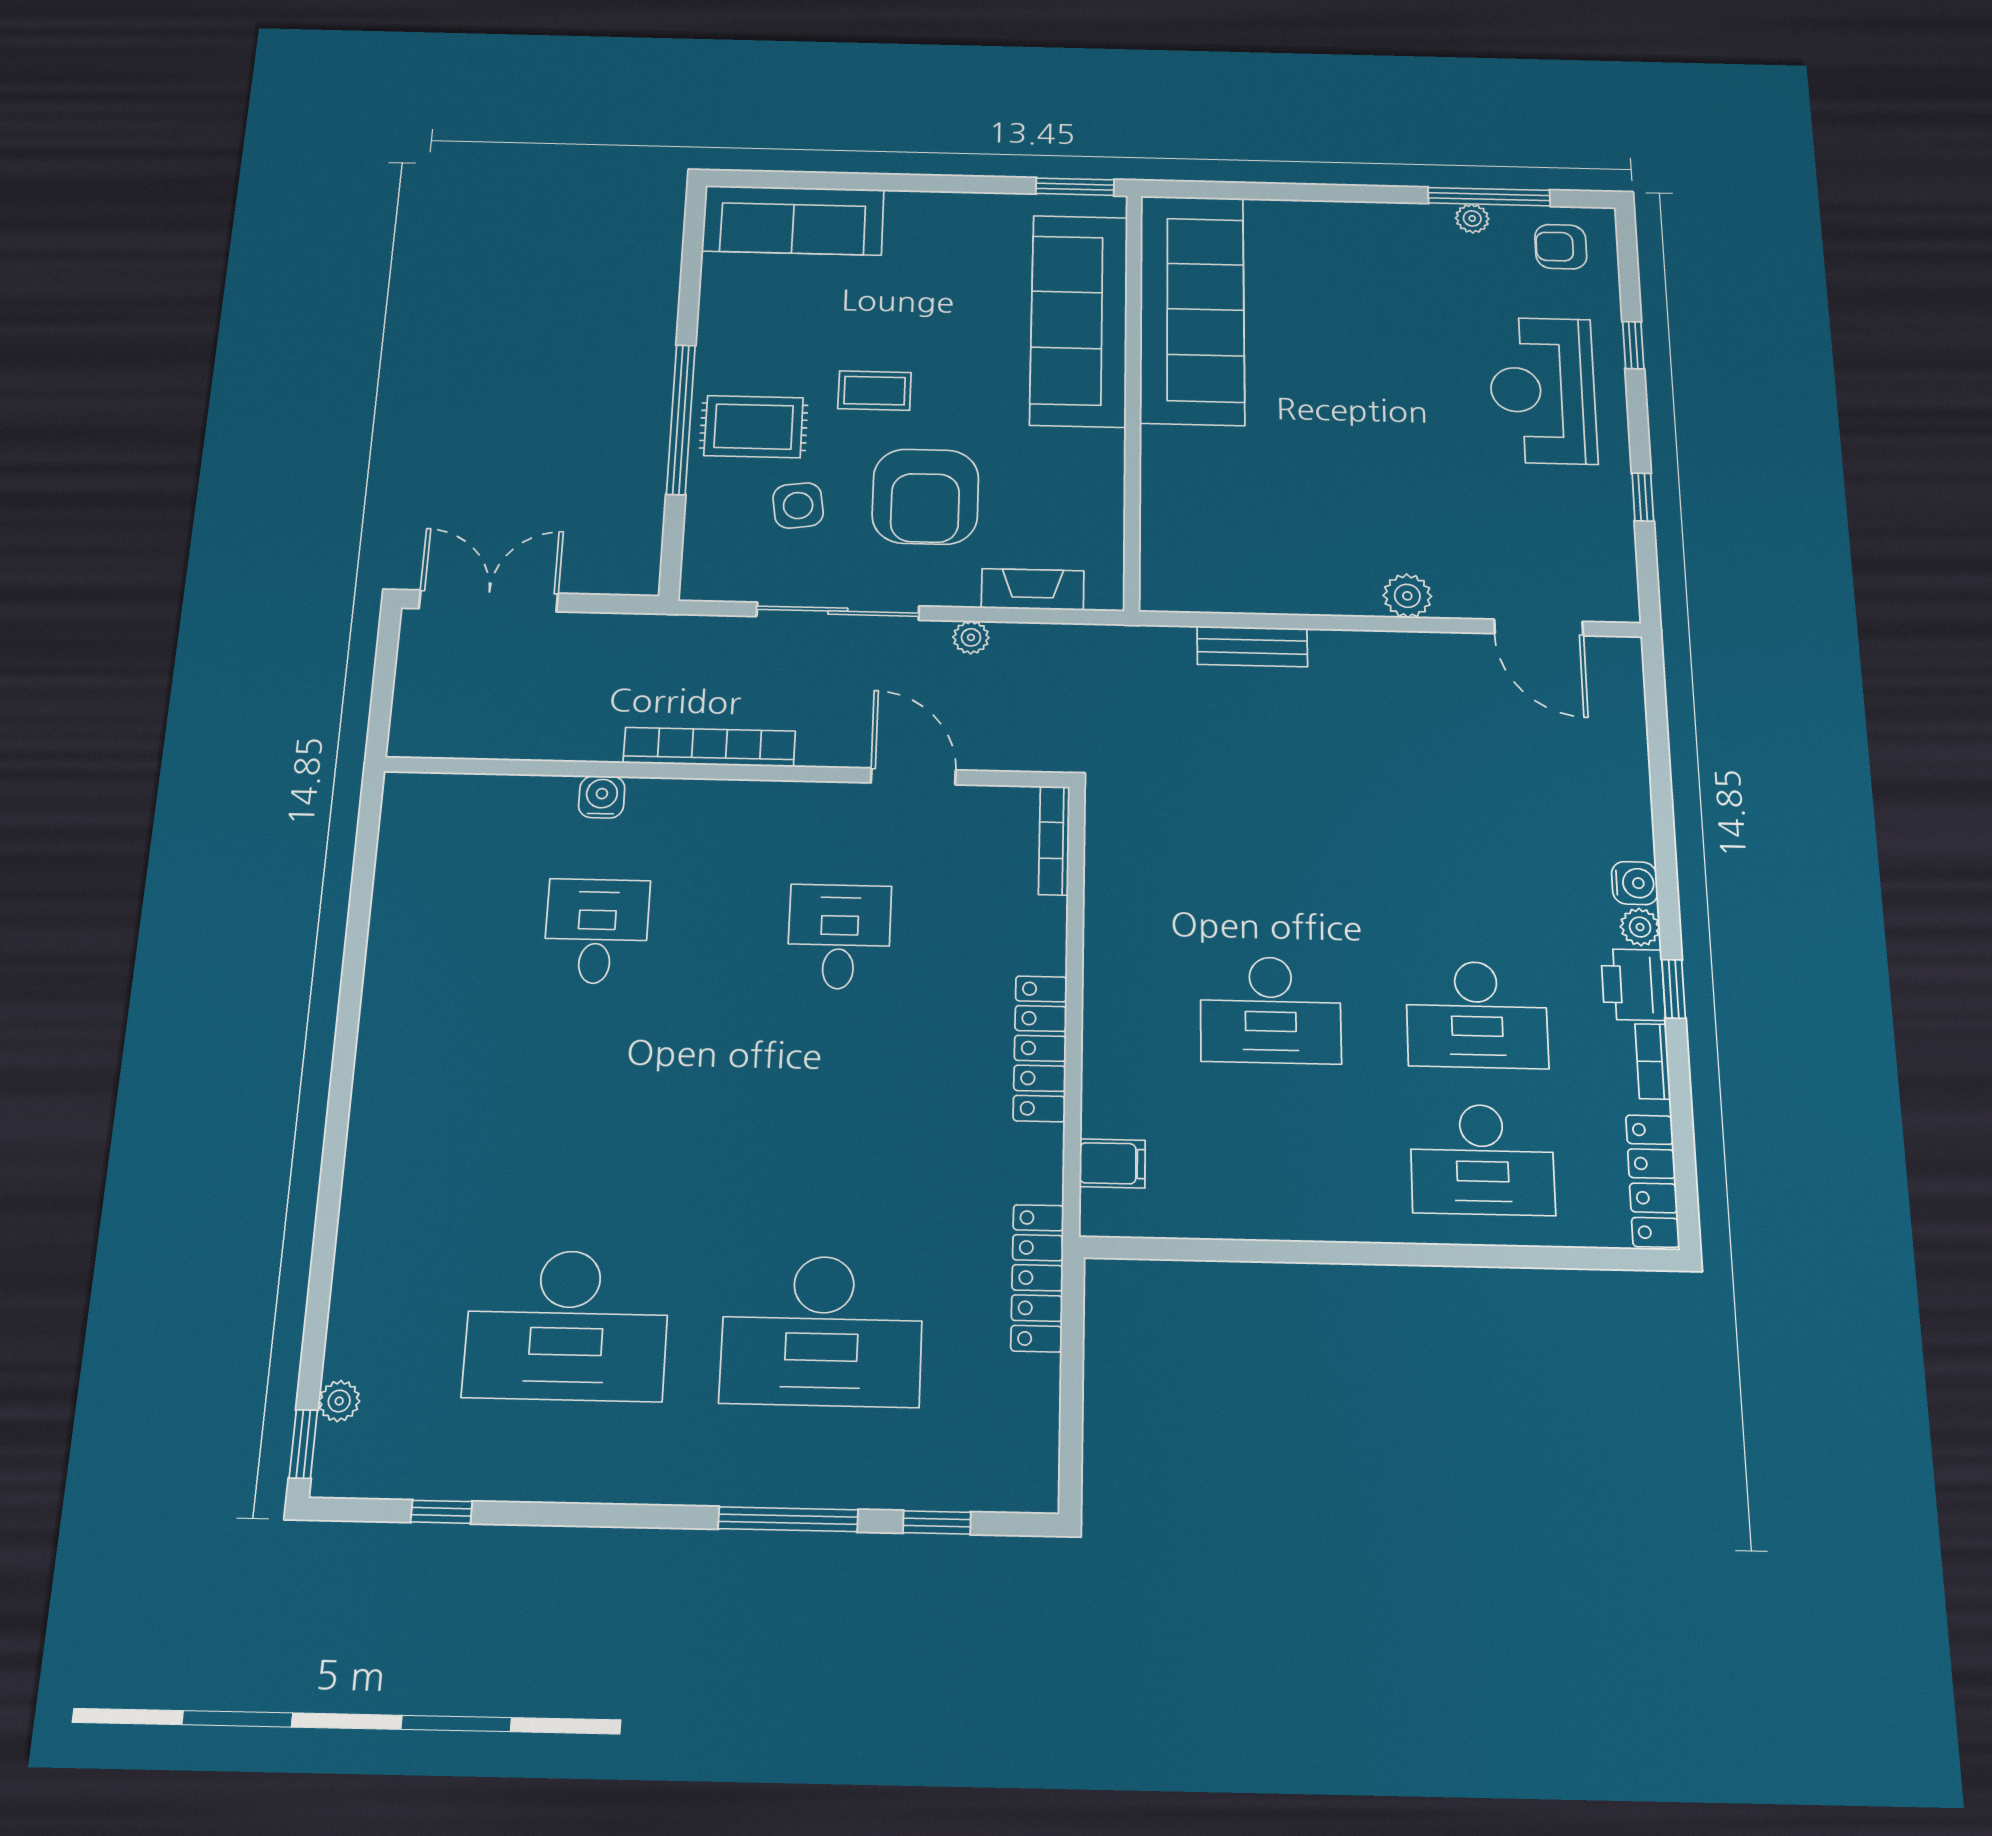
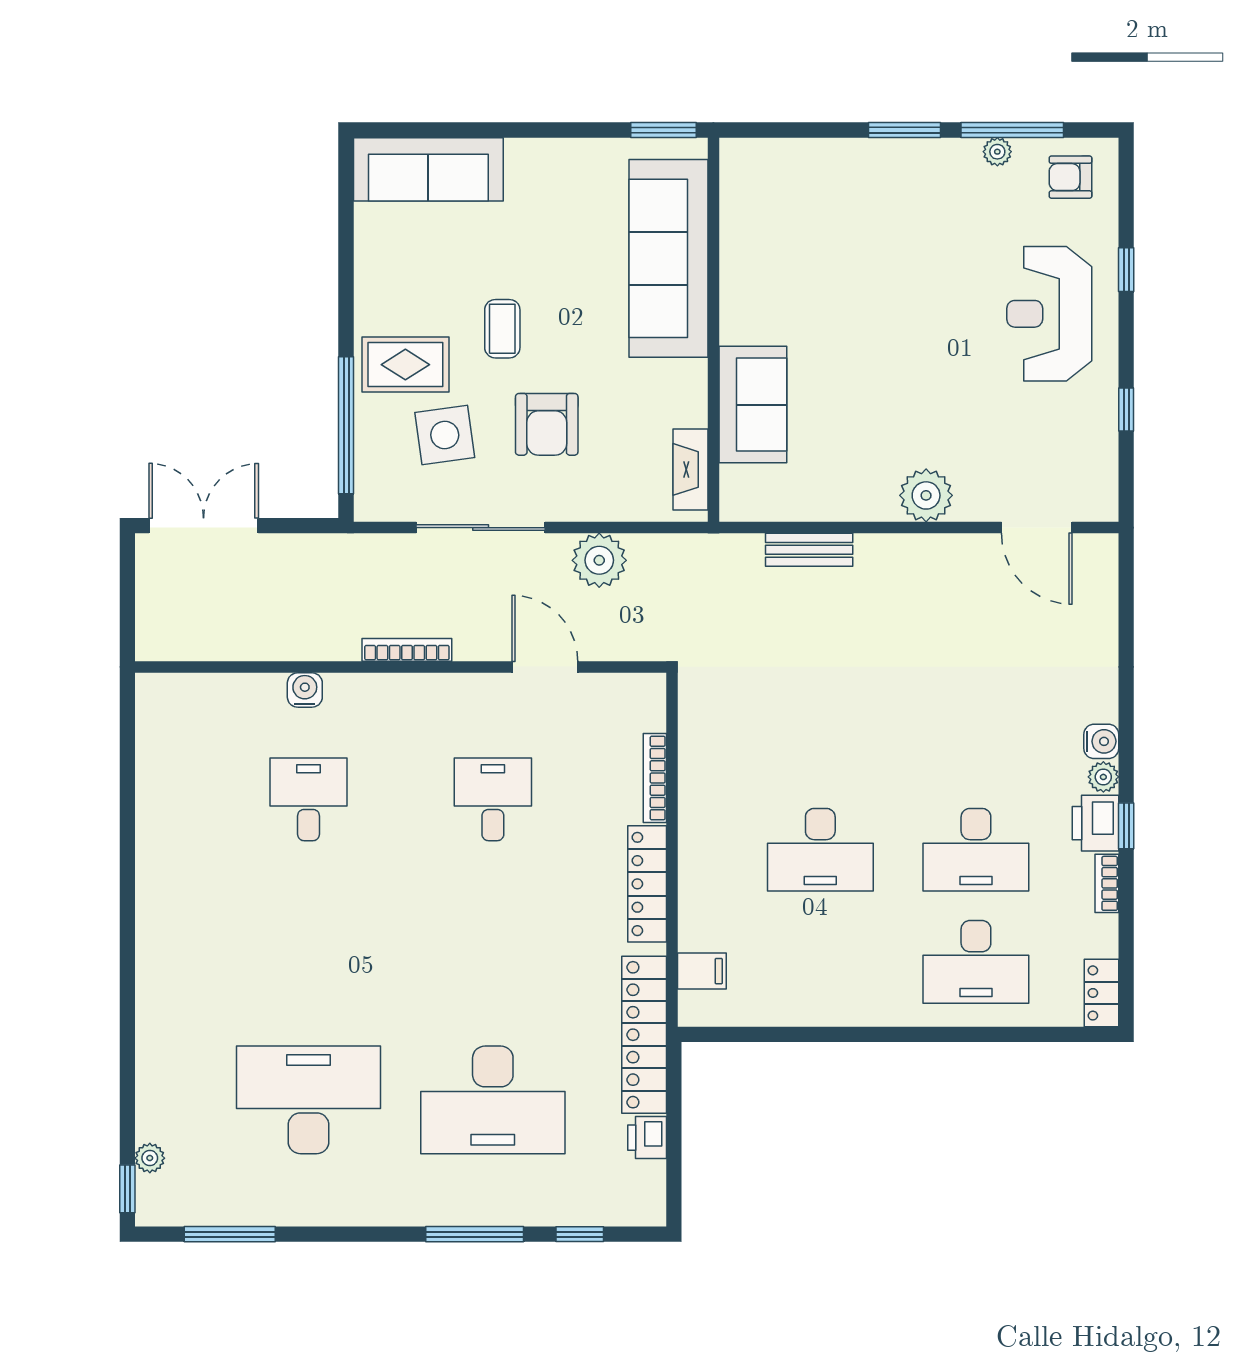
window: (1361, 194) -> (904, 130), added
sofa: (1192, 309) -> (753, 405), moved, width x0.54, depth x0.79
coffee table: (875, 391) -> (502, 329), turned 90
window: (681, 419) -> (346, 425), moved
armchair: (925, 497) -> (547, 424), width x0.73, depth x0.73
side table: (798, 505) -> (445, 435), width x1.37, depth x1.37
fireplace: (1033, 589) -> (690, 469), moved, turned -90
plant: (1407, 596) -> (926, 495), width x1.36, depth x1.36
plant: (971, 637) -> (599, 560), width x1.88, depth x1.88
bookcase: (709, 747) -> (407, 650), width x0.68, depth x0.76
bookcase: (1054, 840) -> (655, 778), moved
locker: (1652, 1181) -> (1101, 993), width x0.66
locker: (1037, 1278) -> (644, 1035), width x1.41, depth x1.21
desk: (567, 1325) -> (309, 1100), turned 180
printer: (1034, 1388) -> (647, 1138), added
window: (441, 1512) -> (230, 1234), width x2.17

